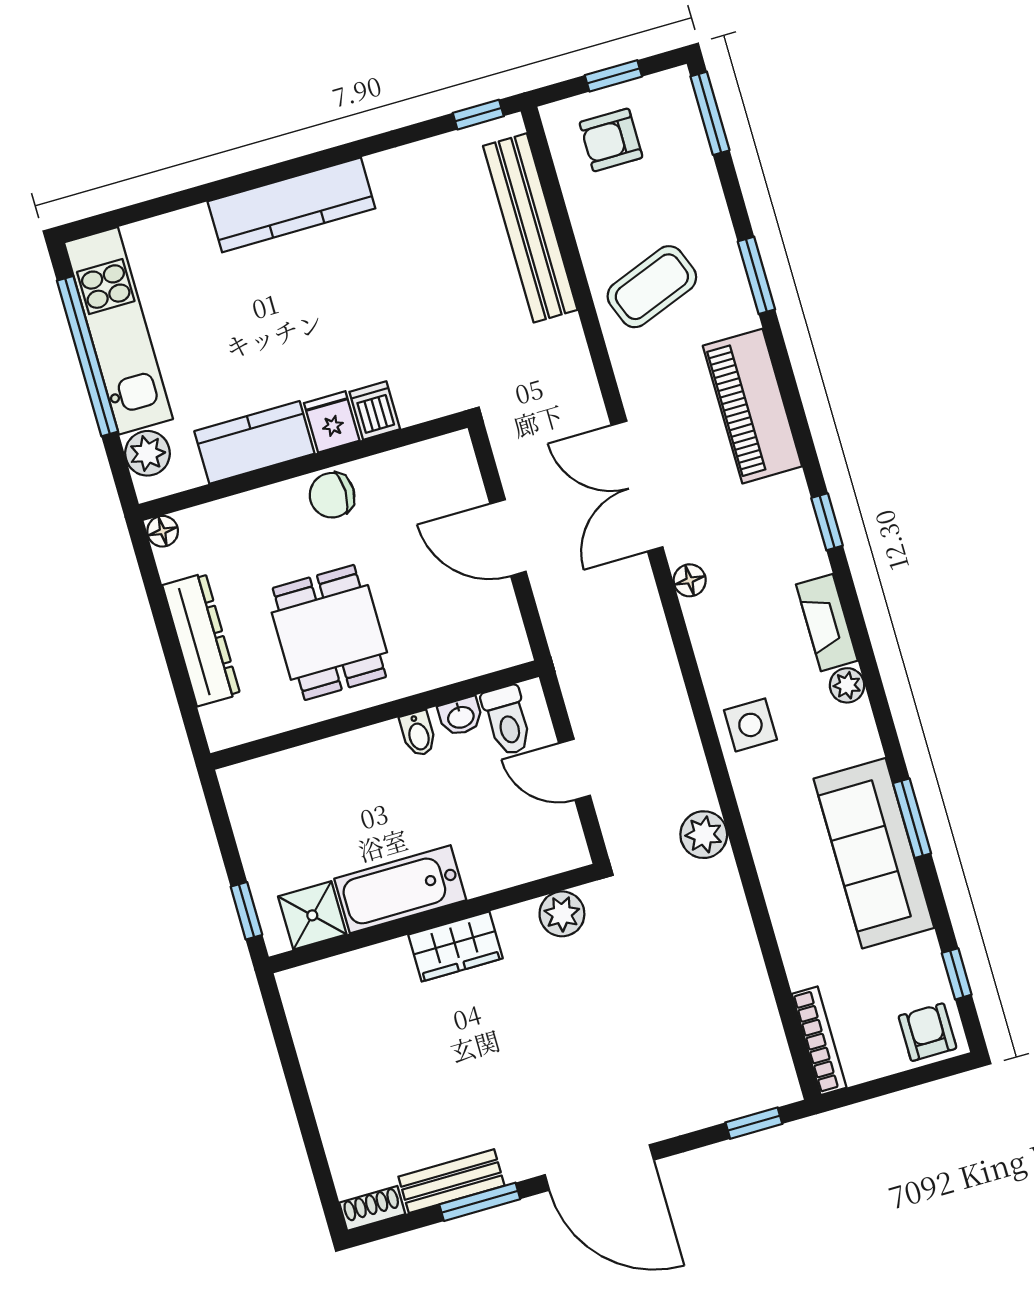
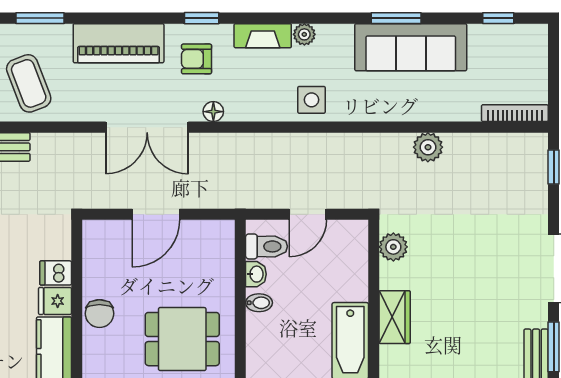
plant: (704, 835) -> (428, 147), moved
armchair: (928, 1032) -> (197, 59), moved

